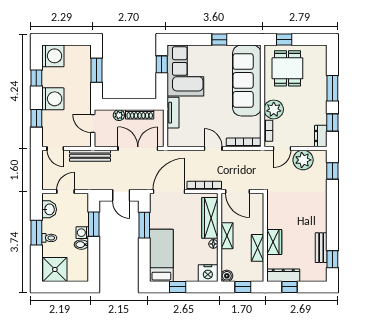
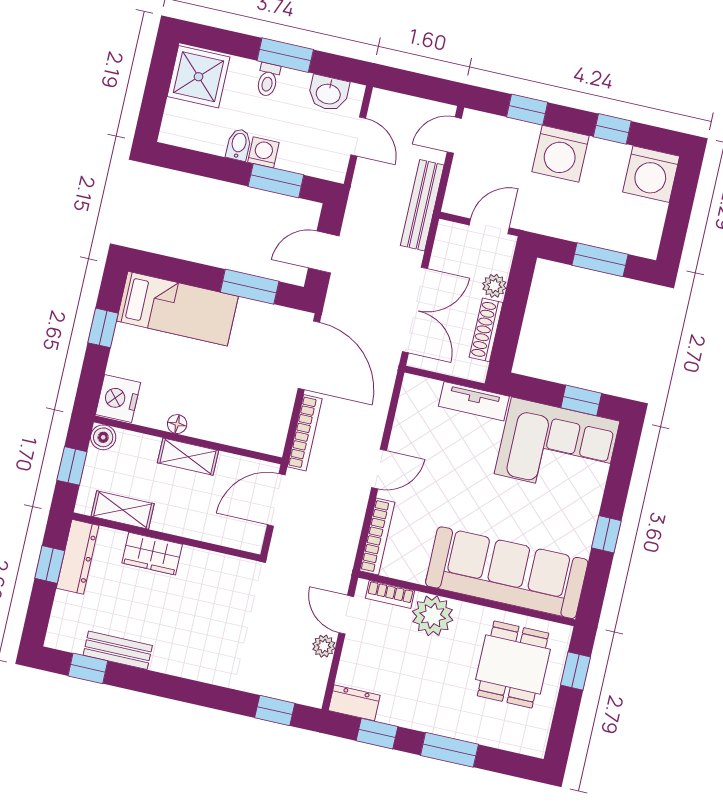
dining table: (287, 68) -> (513, 664), turned 90
plant: (303, 160) -> (324, 646), width x0.53, depth x0.53
wardrobe: (210, 218) -> (234, 429), removed
shelving: (258, 248) -> (123, 510), moved

